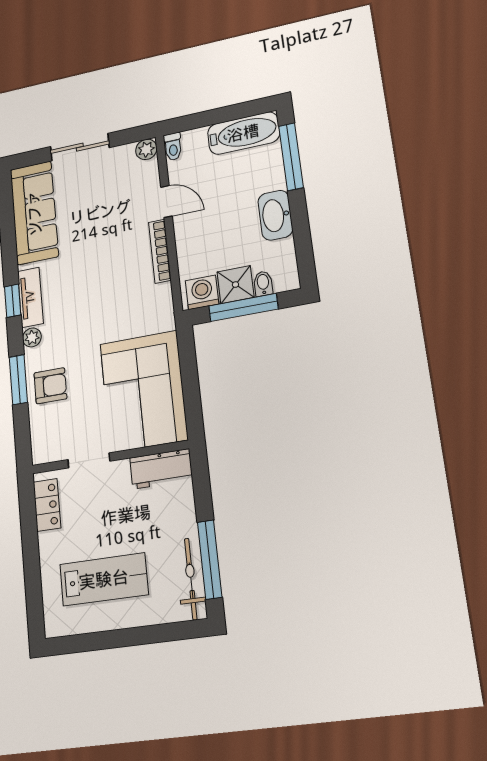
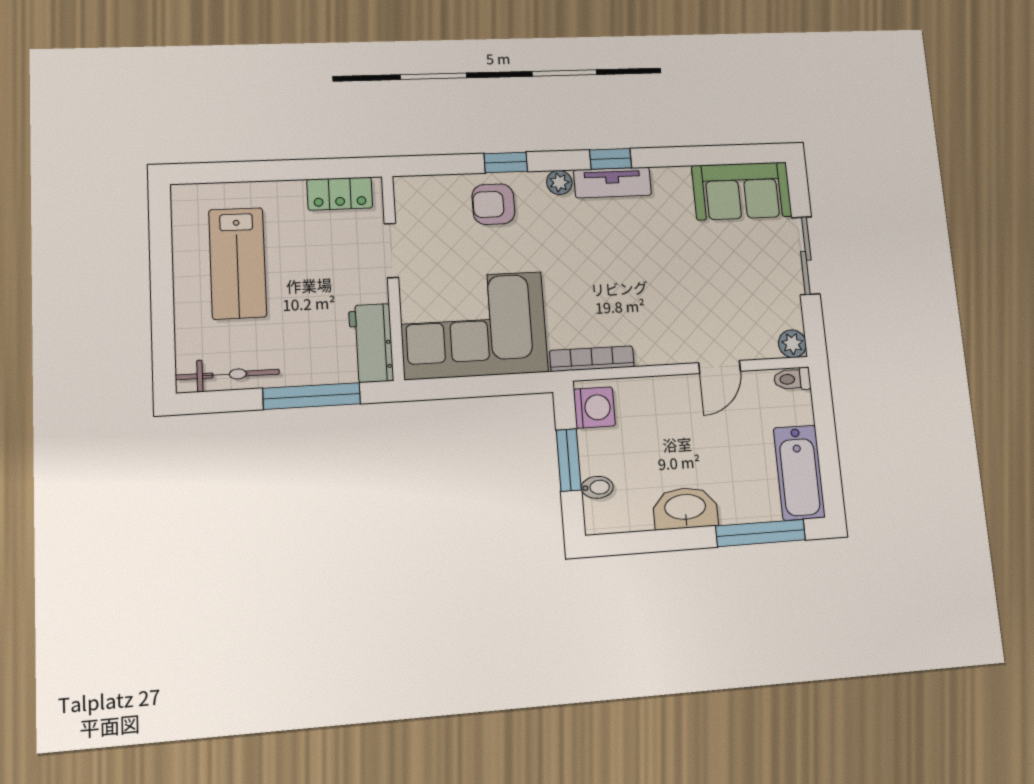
sofa: (34, 213) -> (742, 191), width x0.73
bookcase: (160, 251) -> (592, 359), moved
shower: (235, 285) -> (600, 451), removed
window: (243, 307) -> (569, 460), width x0.69
window: (18, 380) -> (506, 162), width x0.67
armchair: (50, 386) -> (493, 204), turned 90
window: (210, 559) -> (312, 396), moved

